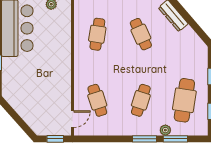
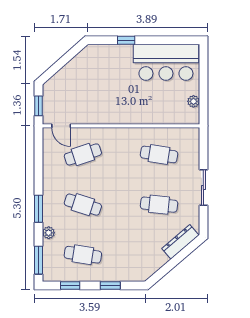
cafe table: (141, 34) -> (159, 205), turned 30
cafe table: (184, 100) -> (83, 255), width x0.73, depth x0.74
window: (175, 139) -> (38, 260), moved

